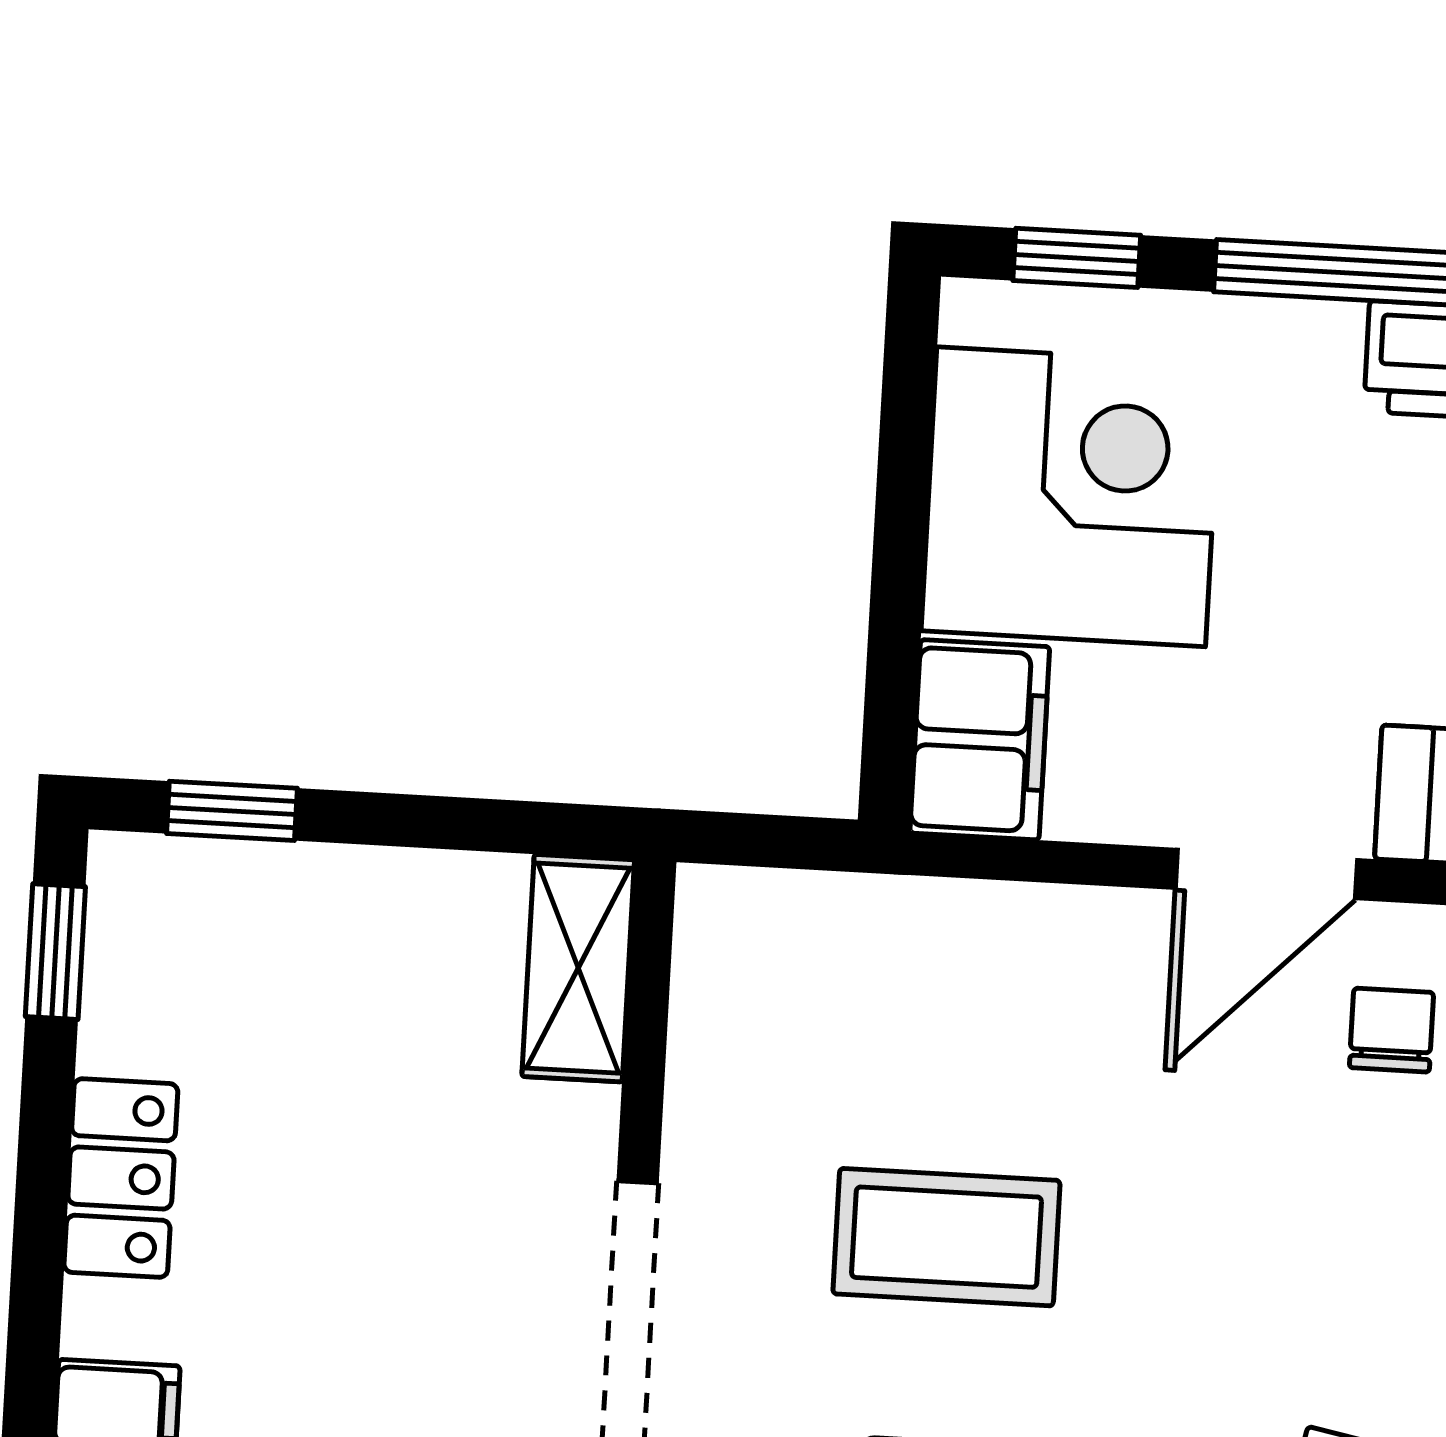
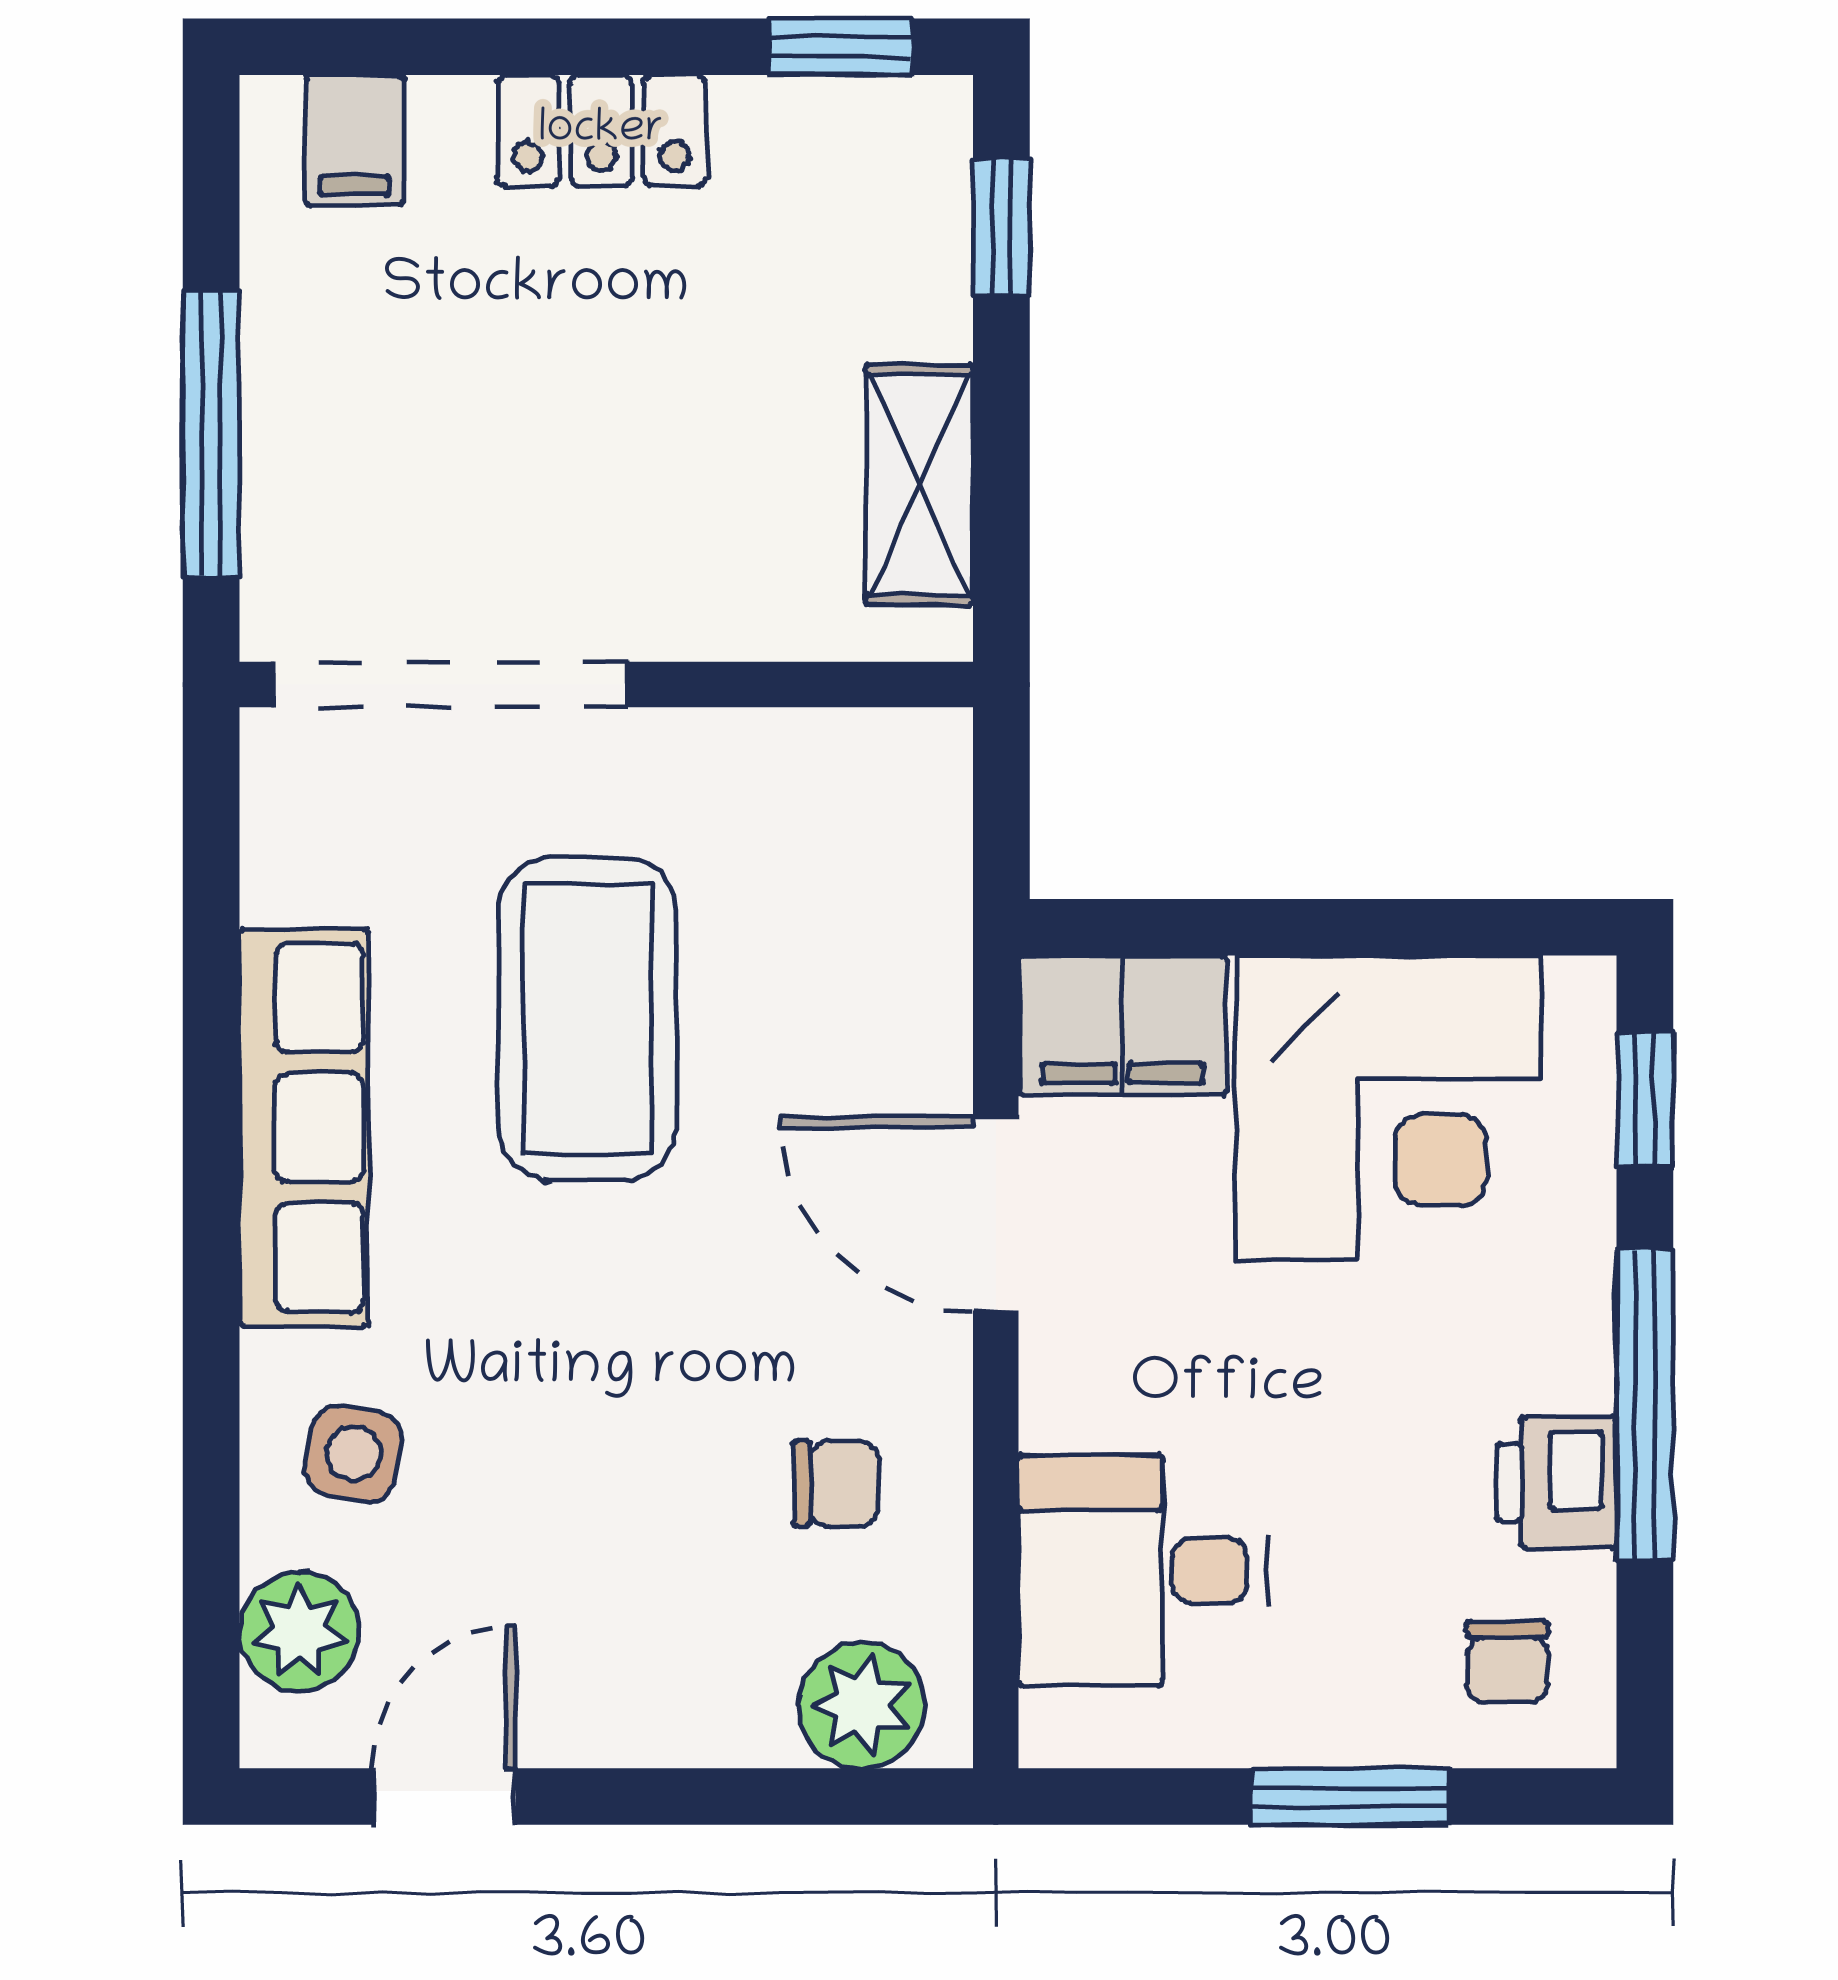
door: (1266, 874) -> (996, 1214), moved
shelving: (578, 968) -> (919, 485), moved, turned 90
coffee table: (946, 1237) -> (587, 1019), width x1.36, depth x1.32

